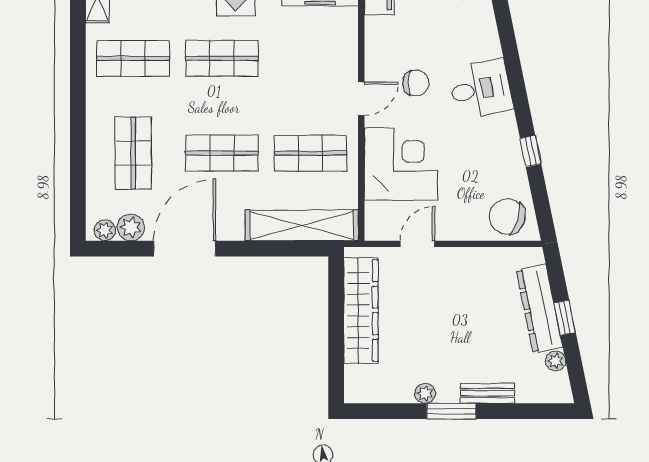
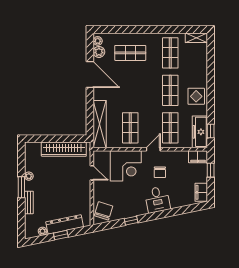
door: (361, 99) -> (153, 149), swing flipped
shop shelf: (222, 153) -> (170, 128), moved

